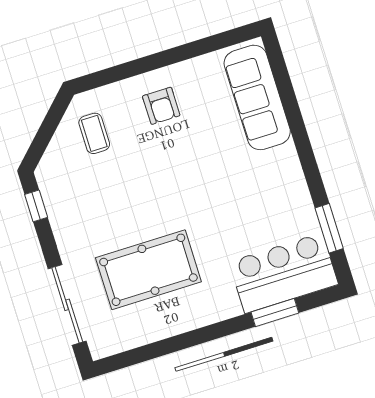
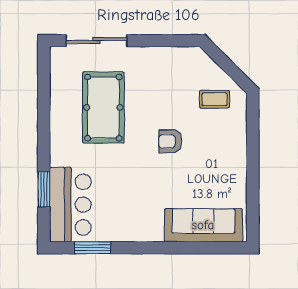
armchair: (161, 106) -> (170, 141), moved
window: (36, 206) -> (175, 41), removed

